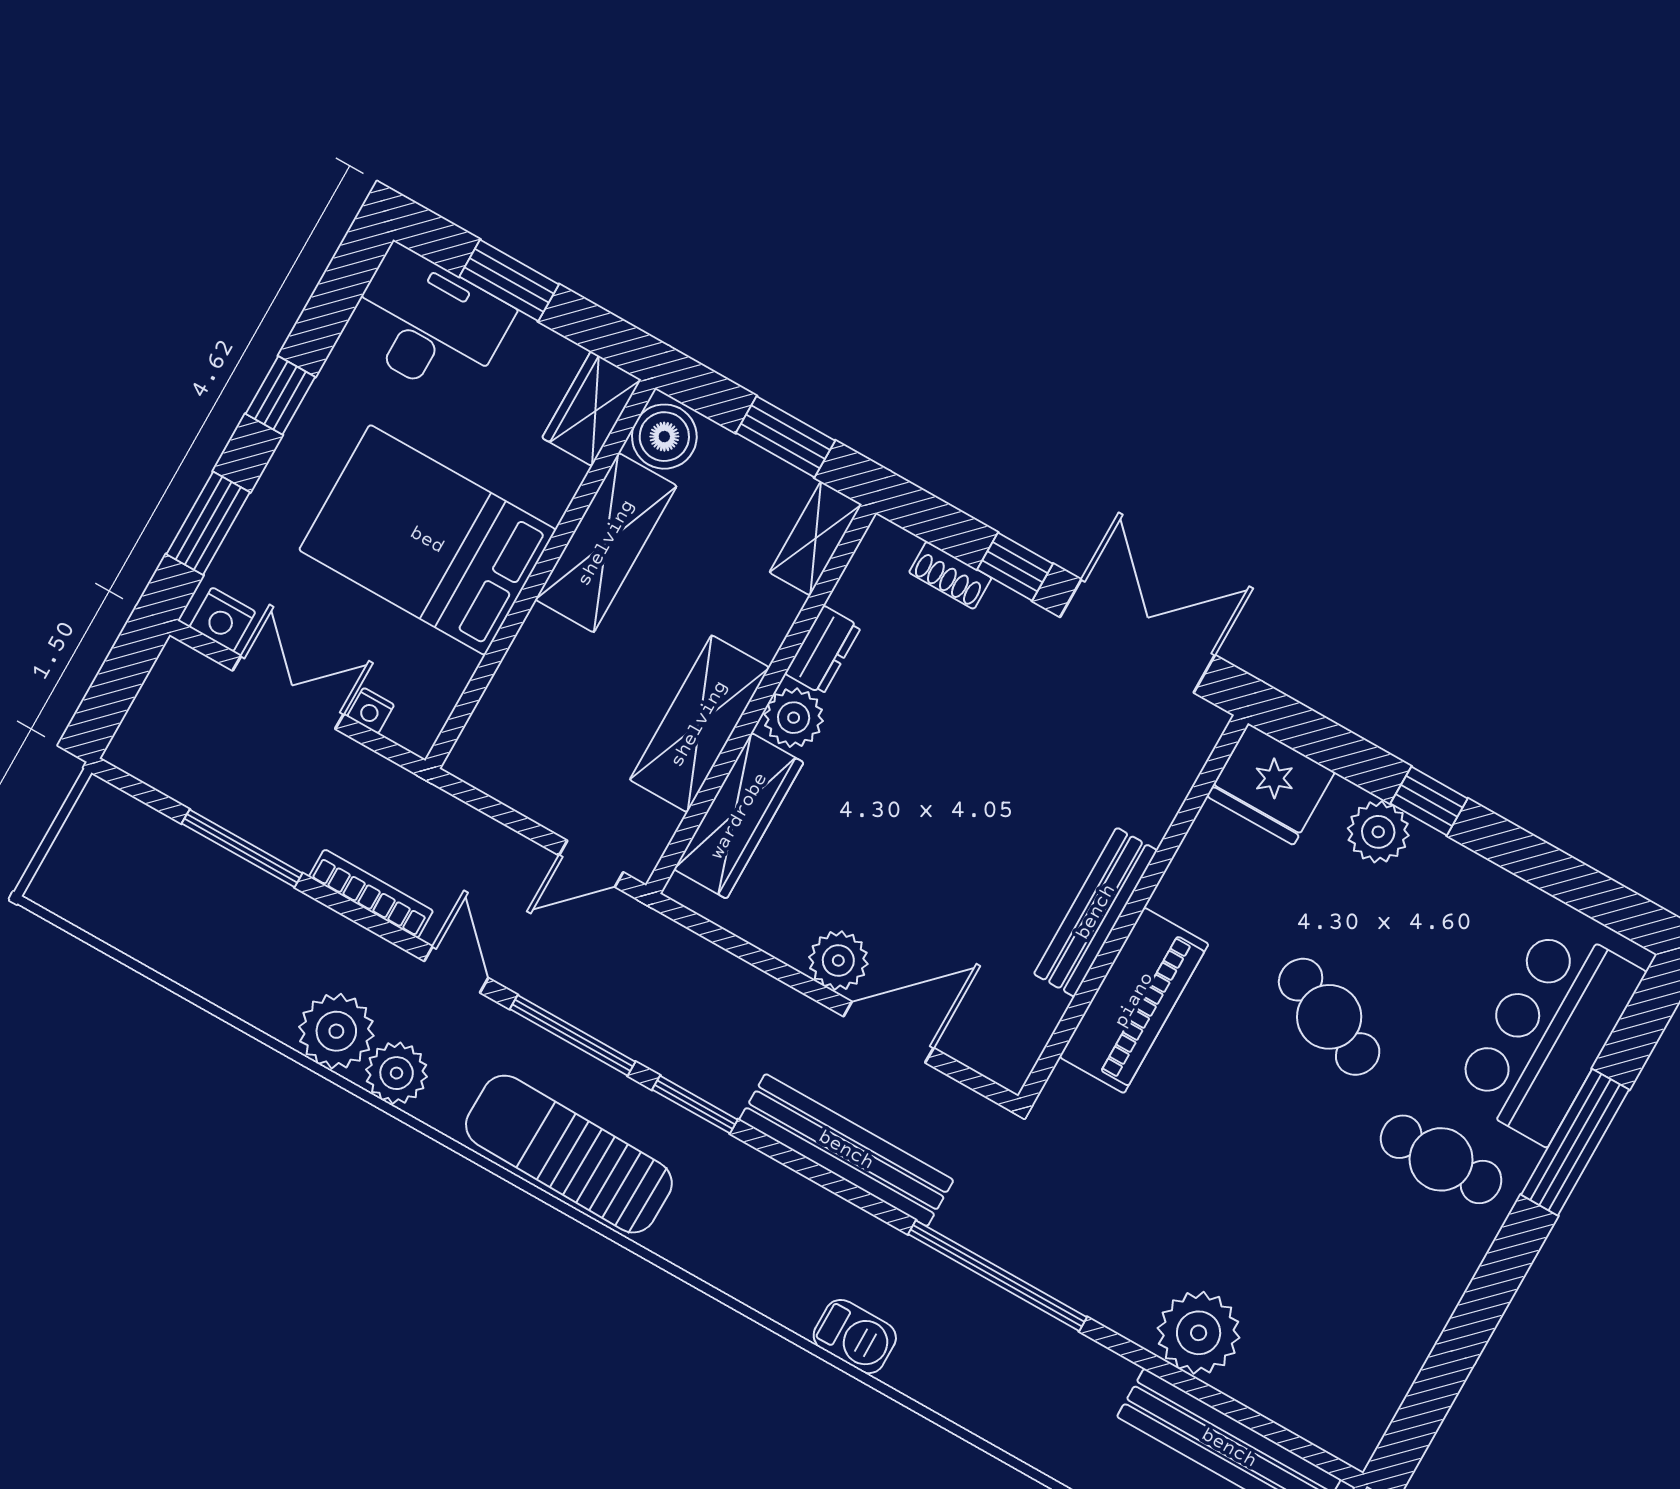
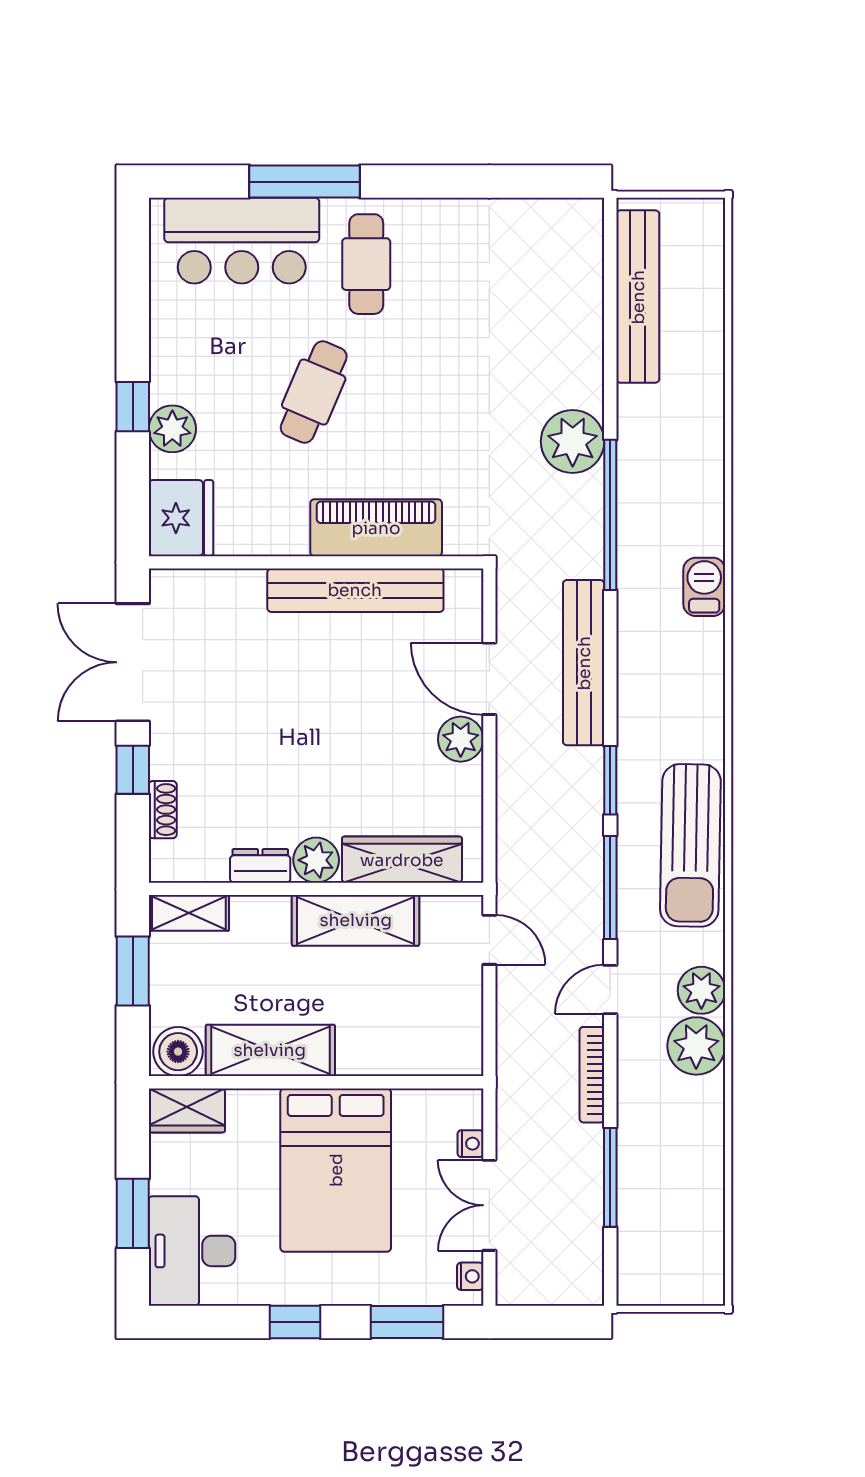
nightstand: (222, 619) -> (470, 1276), width x0.72, depth x0.74
bench: (1096, 912) -> (355, 590), width x1.37, depth x1.21
plant: (1199, 1333) -> (573, 441), moved

